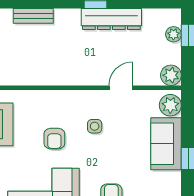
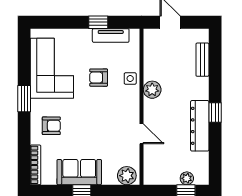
plant: (171, 75) -> (152, 90), moved
side table: (95, 126) -> (130, 79), moved
sofa: (166, 144) -> (79, 172), moved

